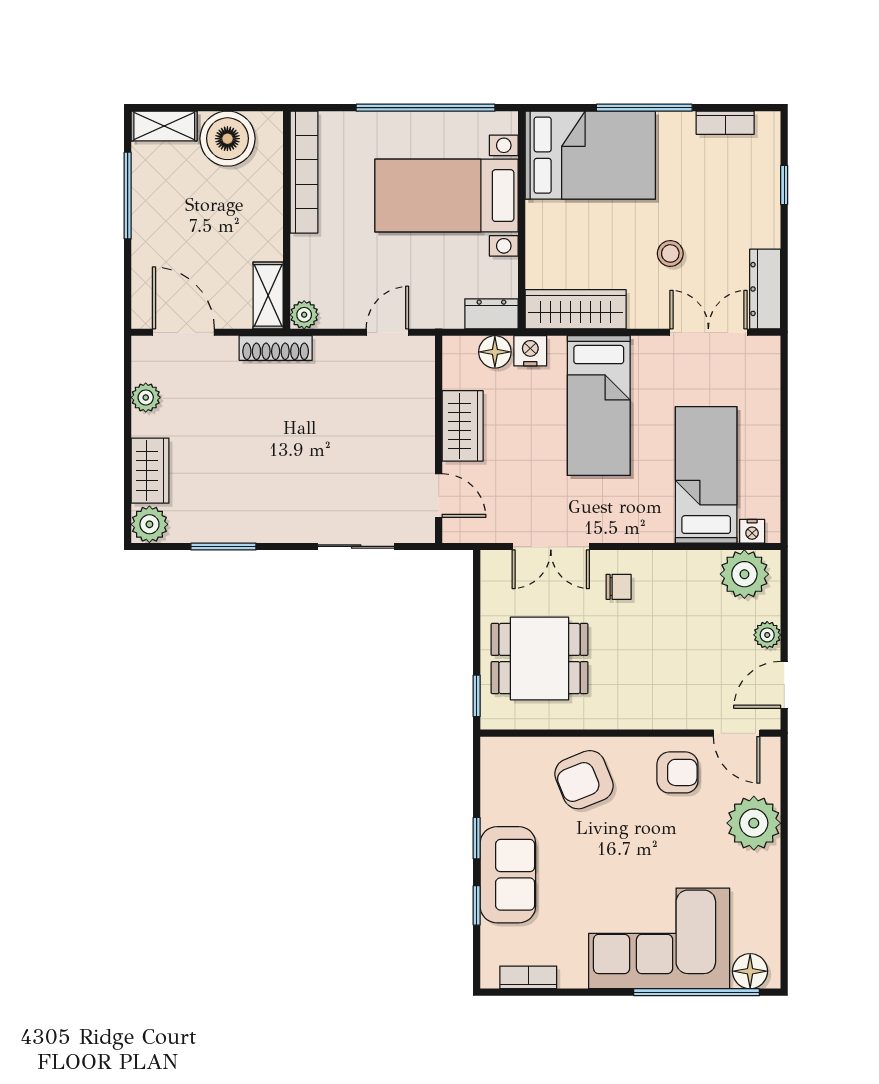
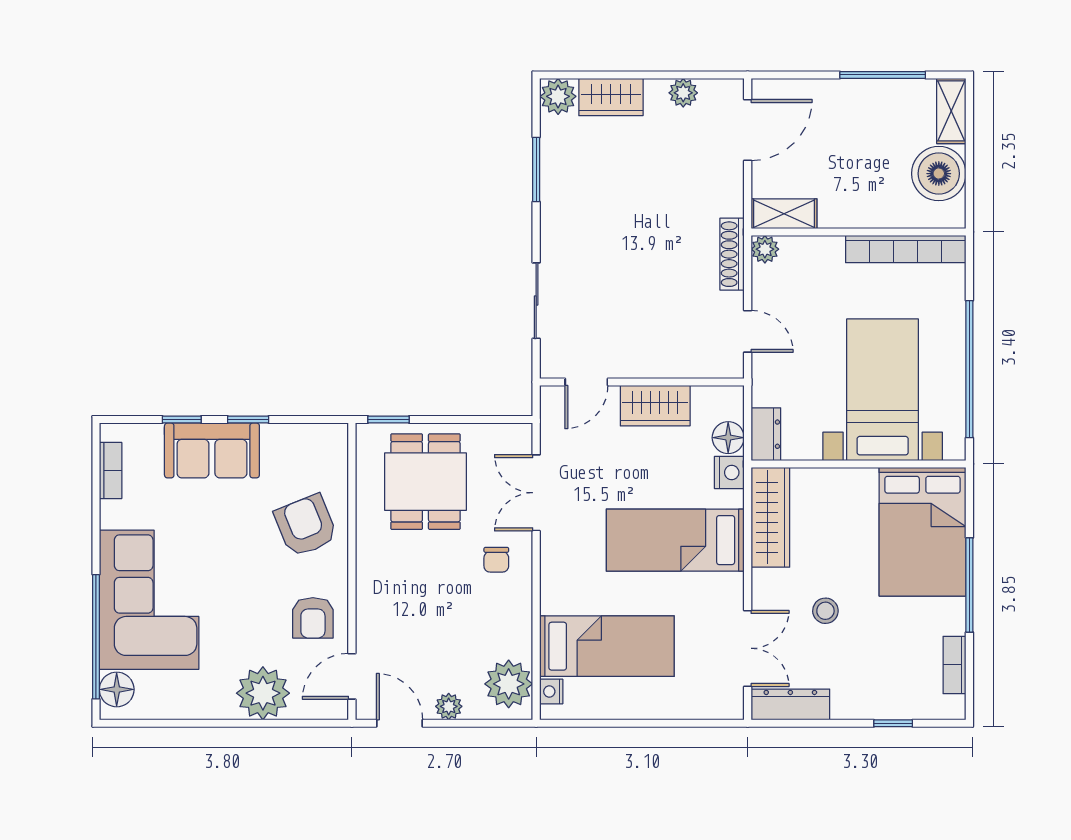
shoe rack: (276, 348) -> (732, 254), moved

